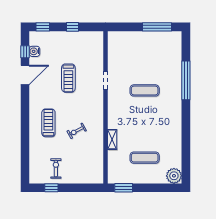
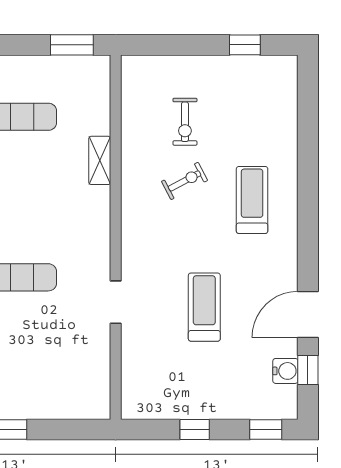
treadmill: (48, 123) -> (252, 200), turned 180
exercise bike: (56, 169) -> (185, 122), moved

